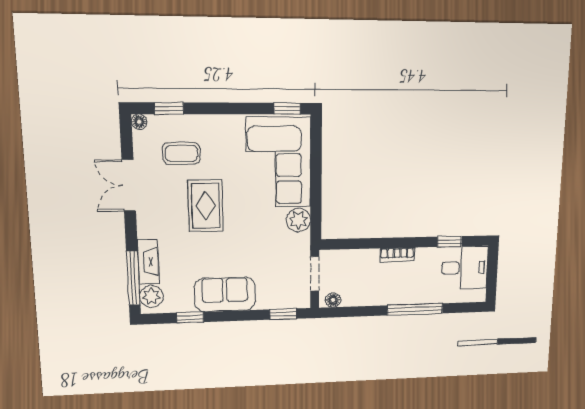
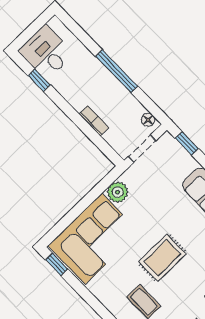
bookcase: (397, 255) -> (94, 121), moved
window: (415, 309) -> (117, 71), moved

